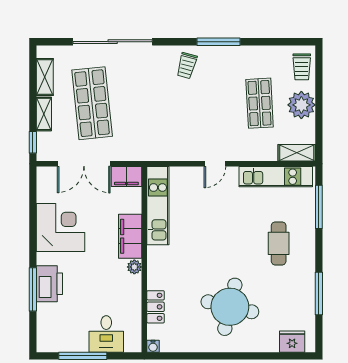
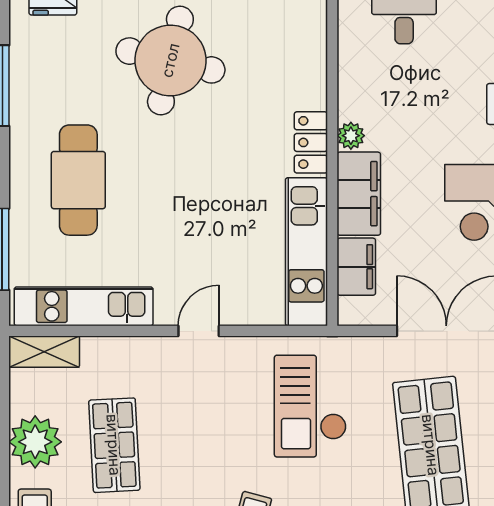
checkout: (156, 124) -> (310, 406), added
filing cabinet: (126, 176) -> (356, 267), moved, turned 90
cafe table: (279, 243) -> (78, 180), width x1.37, depth x1.35
locker: (156, 307) -> (311, 142), moved

